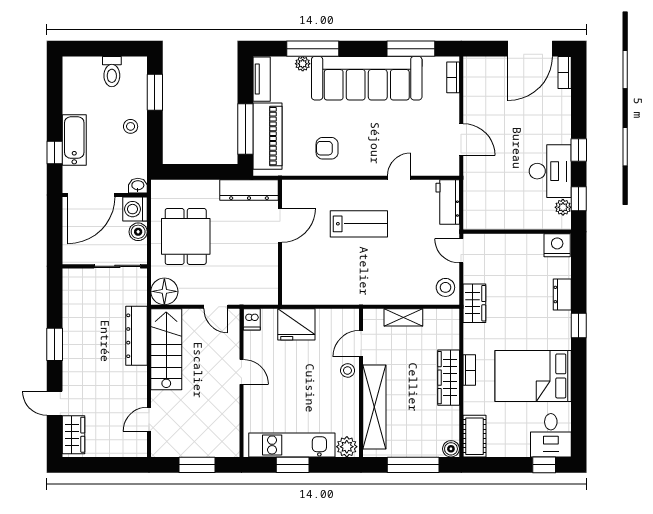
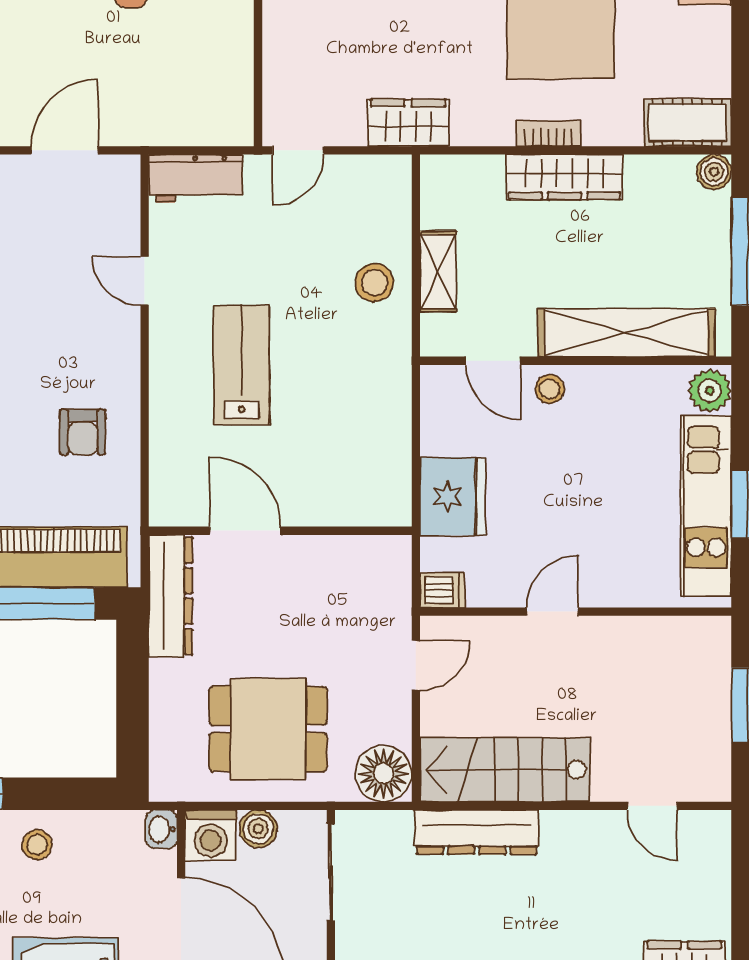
stool: (445, 287) -> (374, 283), moved

